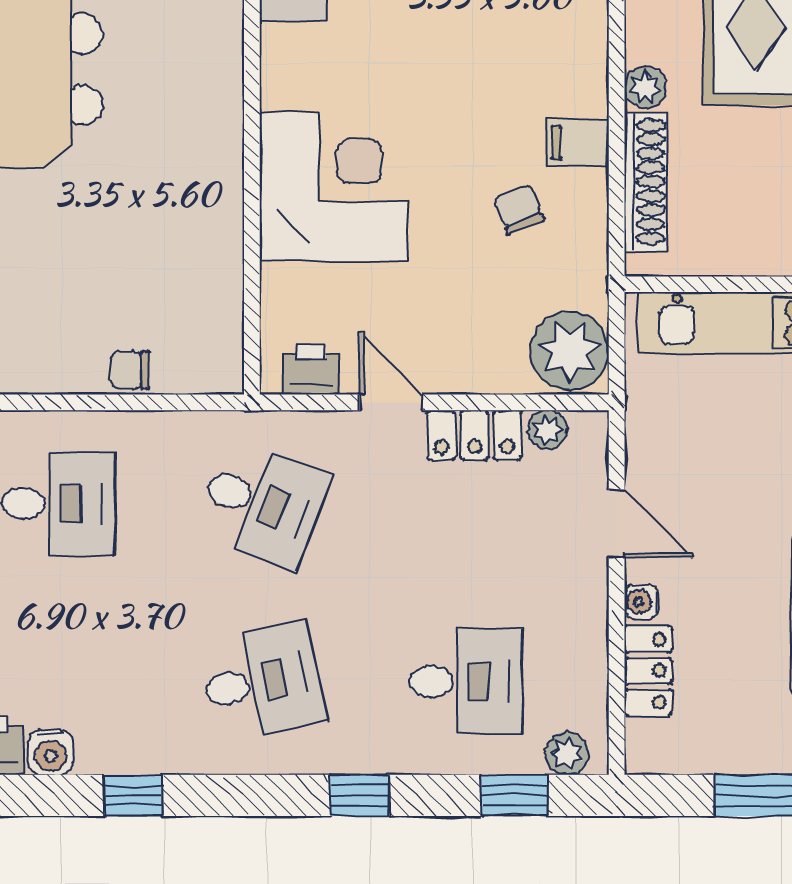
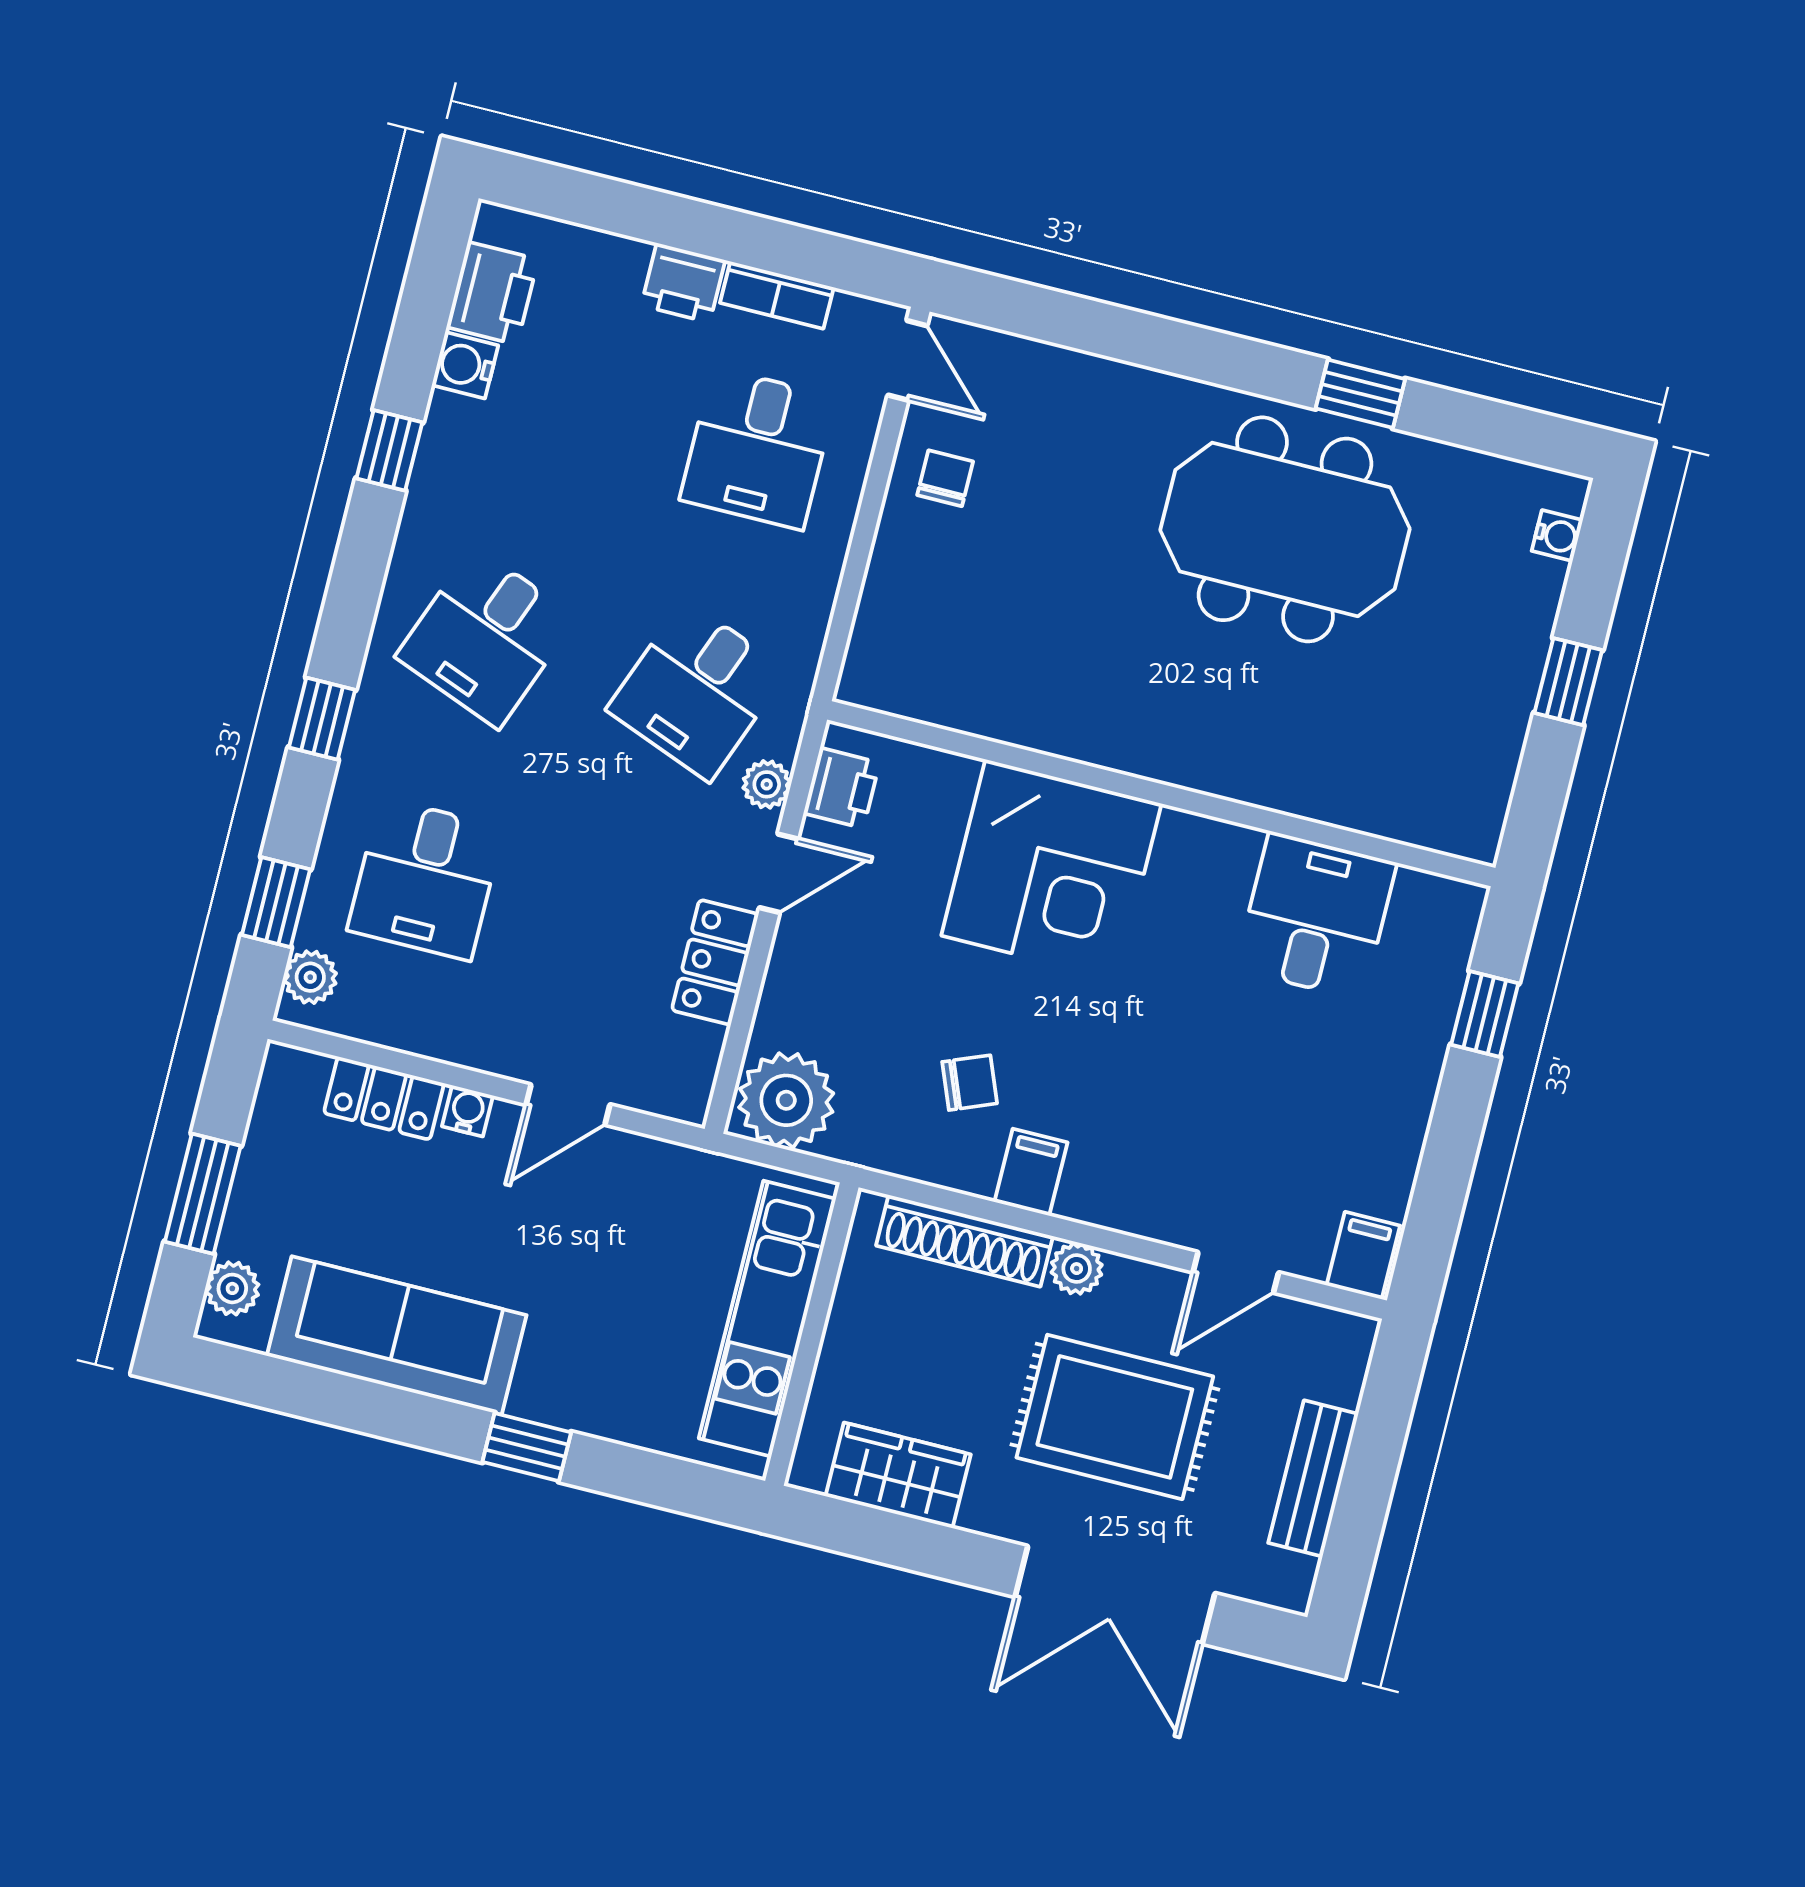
chair: (130, 370) -> (945, 478), moved
plant: (547, 430) -> (767, 784), moved
desk: (262, 681) -> (486, 637), turned 33

